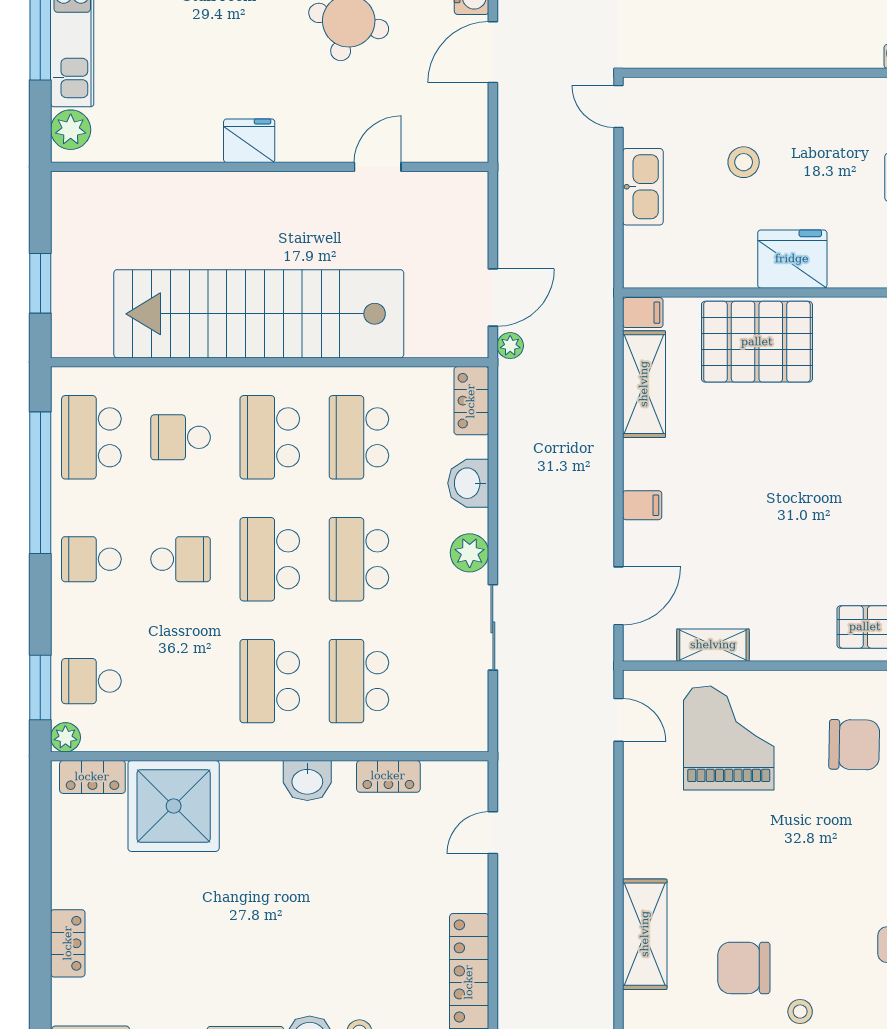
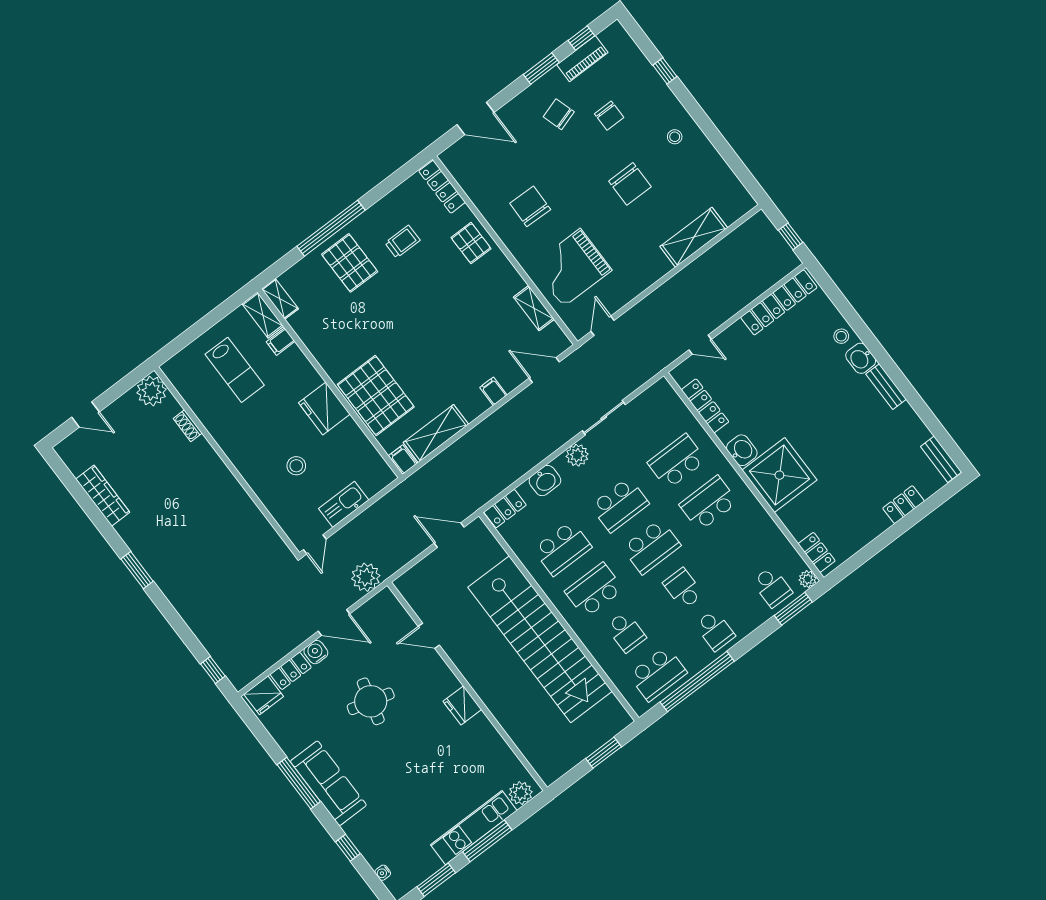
plant: (510, 346) -> (366, 577), moved, width x1.88, depth x1.88
school desk: (270, 437) -> (594, 590), turned 180
school desk: (270, 681) -> (709, 503), turned 180
school desk: (359, 681) -> (677, 461), turned 180
locker: (388, 776) -> (705, 406), width x1.53
shower: (174, 806) -> (779, 475), moved
chair: (744, 968) -> (630, 184), moved

